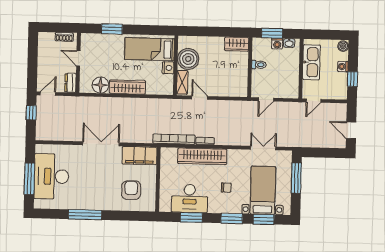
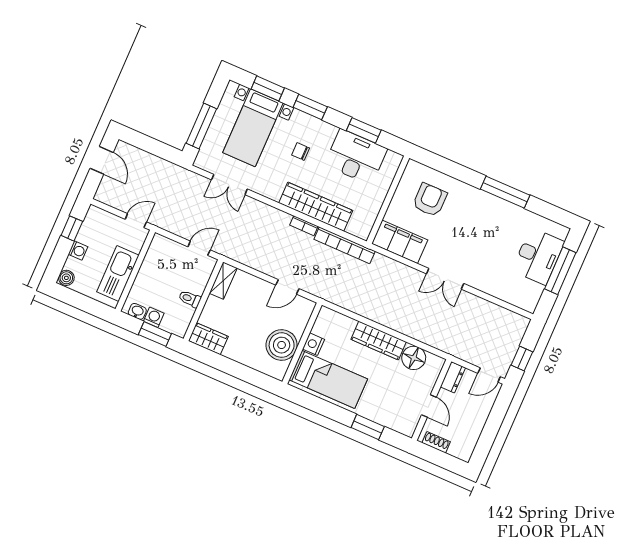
shelving: (182, 82) -> (223, 281), moved
door: (200, 98) -> (287, 287), hinge flipped
double door: (101, 144) -> (445, 279), width x0.73
desk: (51, 176) -> (538, 256), width x0.73, depth x0.77
armchair: (131, 190) -> (430, 200), turned 180

